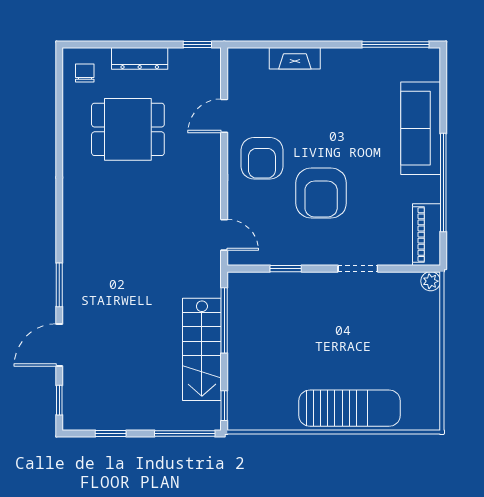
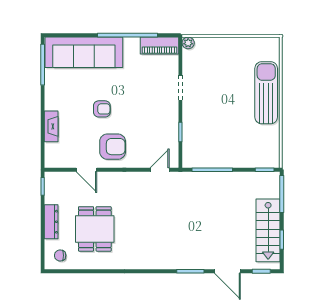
sofa: (421, 128) -> (84, 52), width x1.36, depth x1.27
armchair: (321, 193) -> (102, 109), moved, width x0.53, depth x0.53
stairs: (202, 349) -> (268, 230), moved, turned 90

